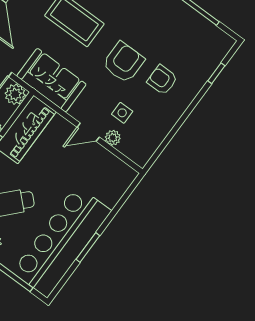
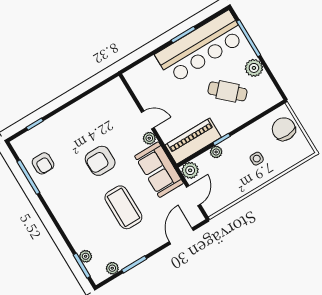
armchair: (162, 80) -> (43, 163), moved
side table: (122, 113) -> (117, 124), removed
plant: (113, 138) -> (149, 138), moved

